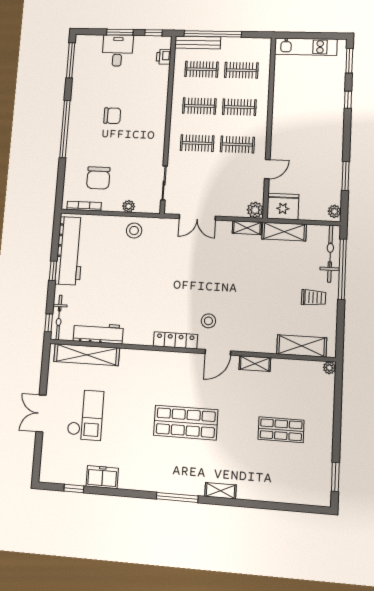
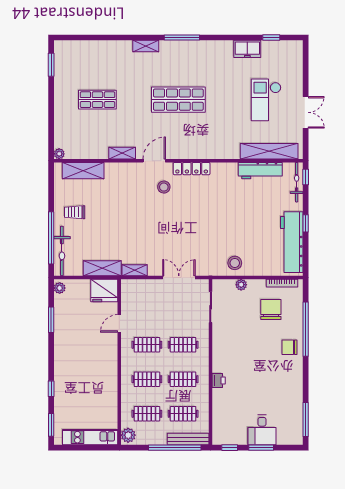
printer: (164, 57) -> (219, 380), moved
chair: (112, 116) -> (290, 347), moved
window: (65, 129) -> (306, 329), moved
plant: (255, 210) -> (128, 435), moved
double door: (41, 413) -> (306, 112), moved

